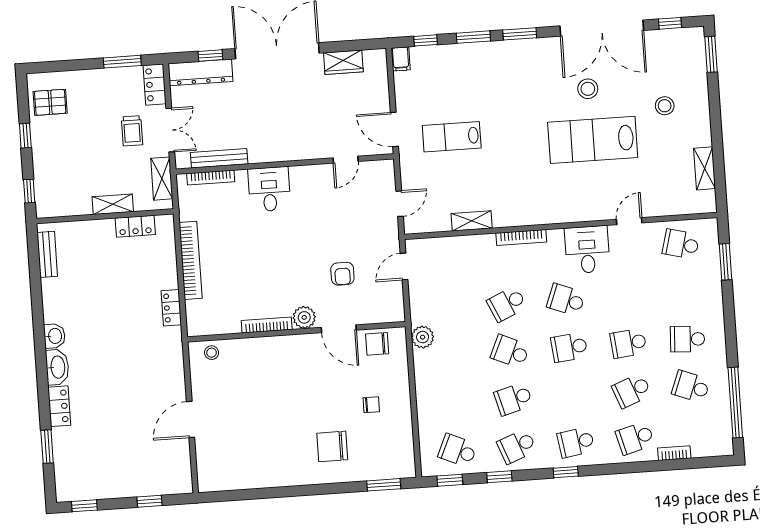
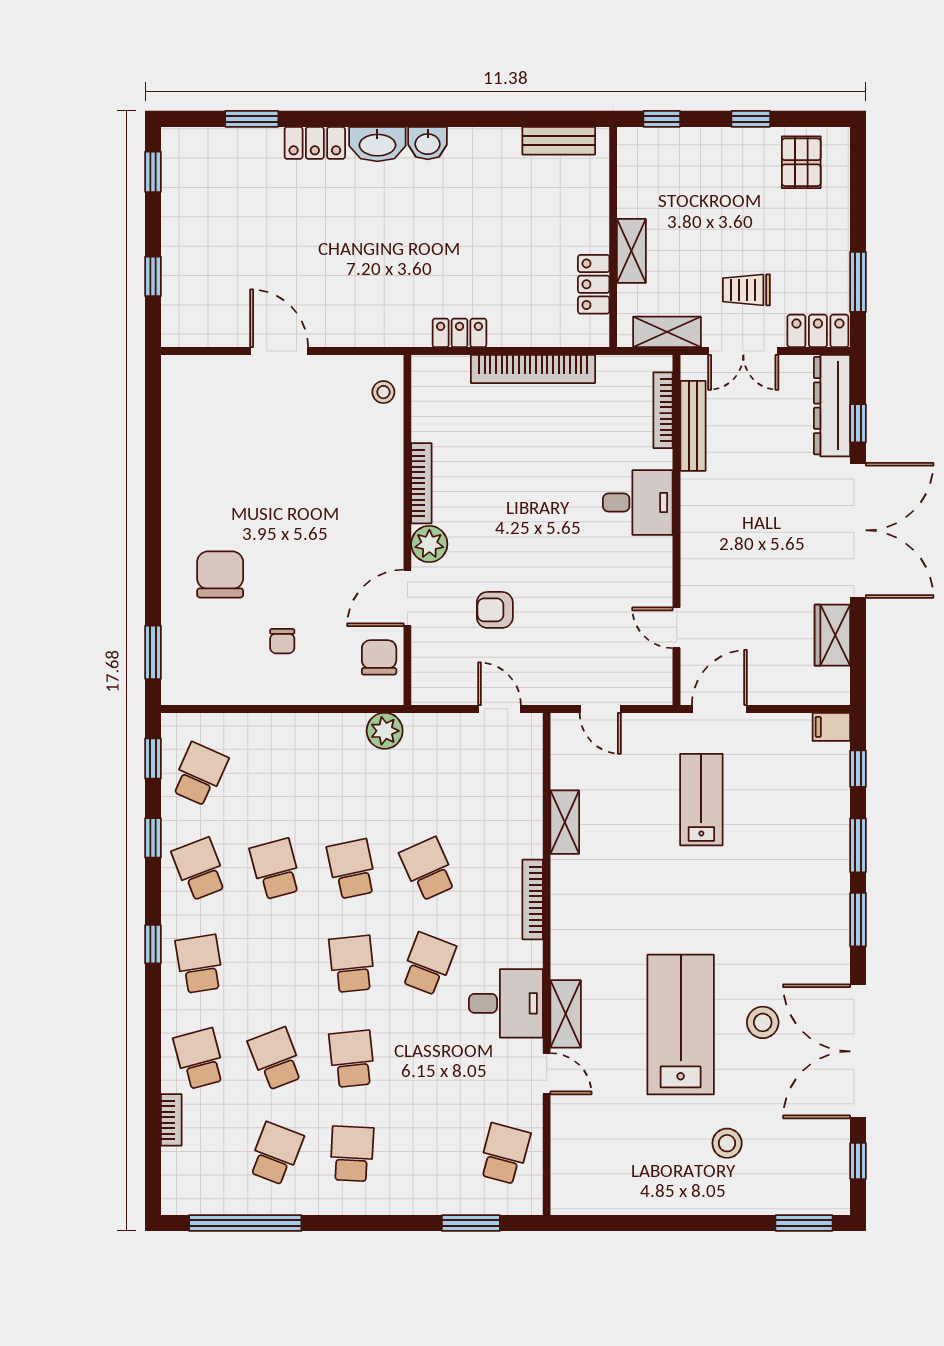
shelving: (705, 168) -> (566, 1014), moved, turned 90
school desk: (510, 351) -> (352, 869), turned -36

